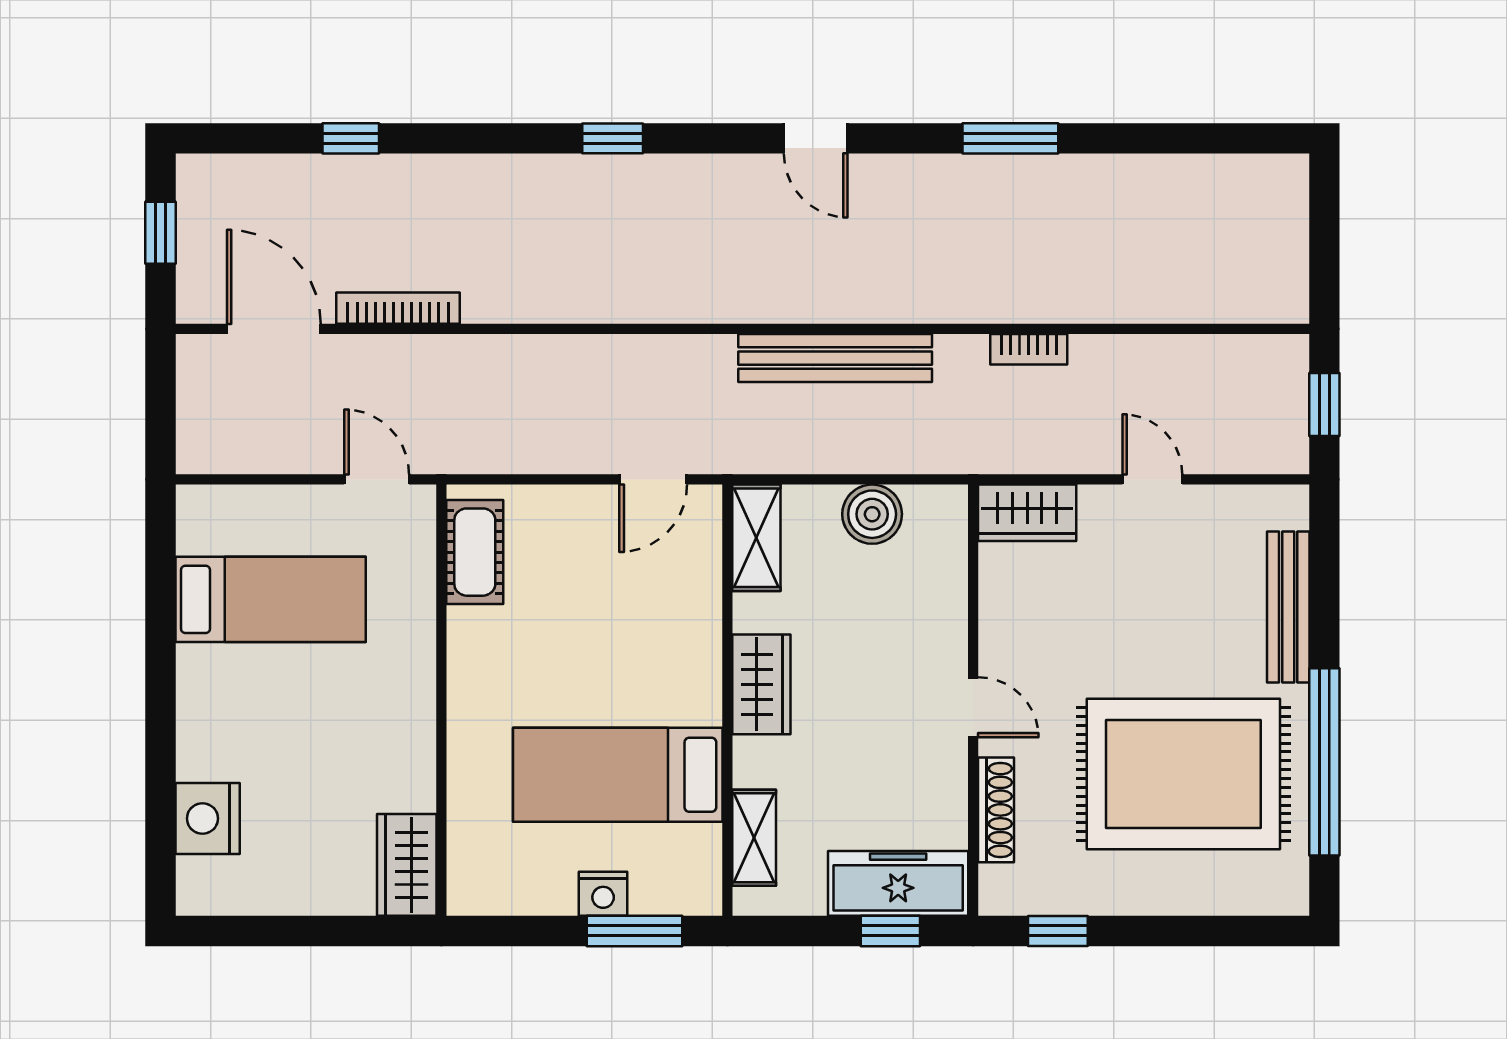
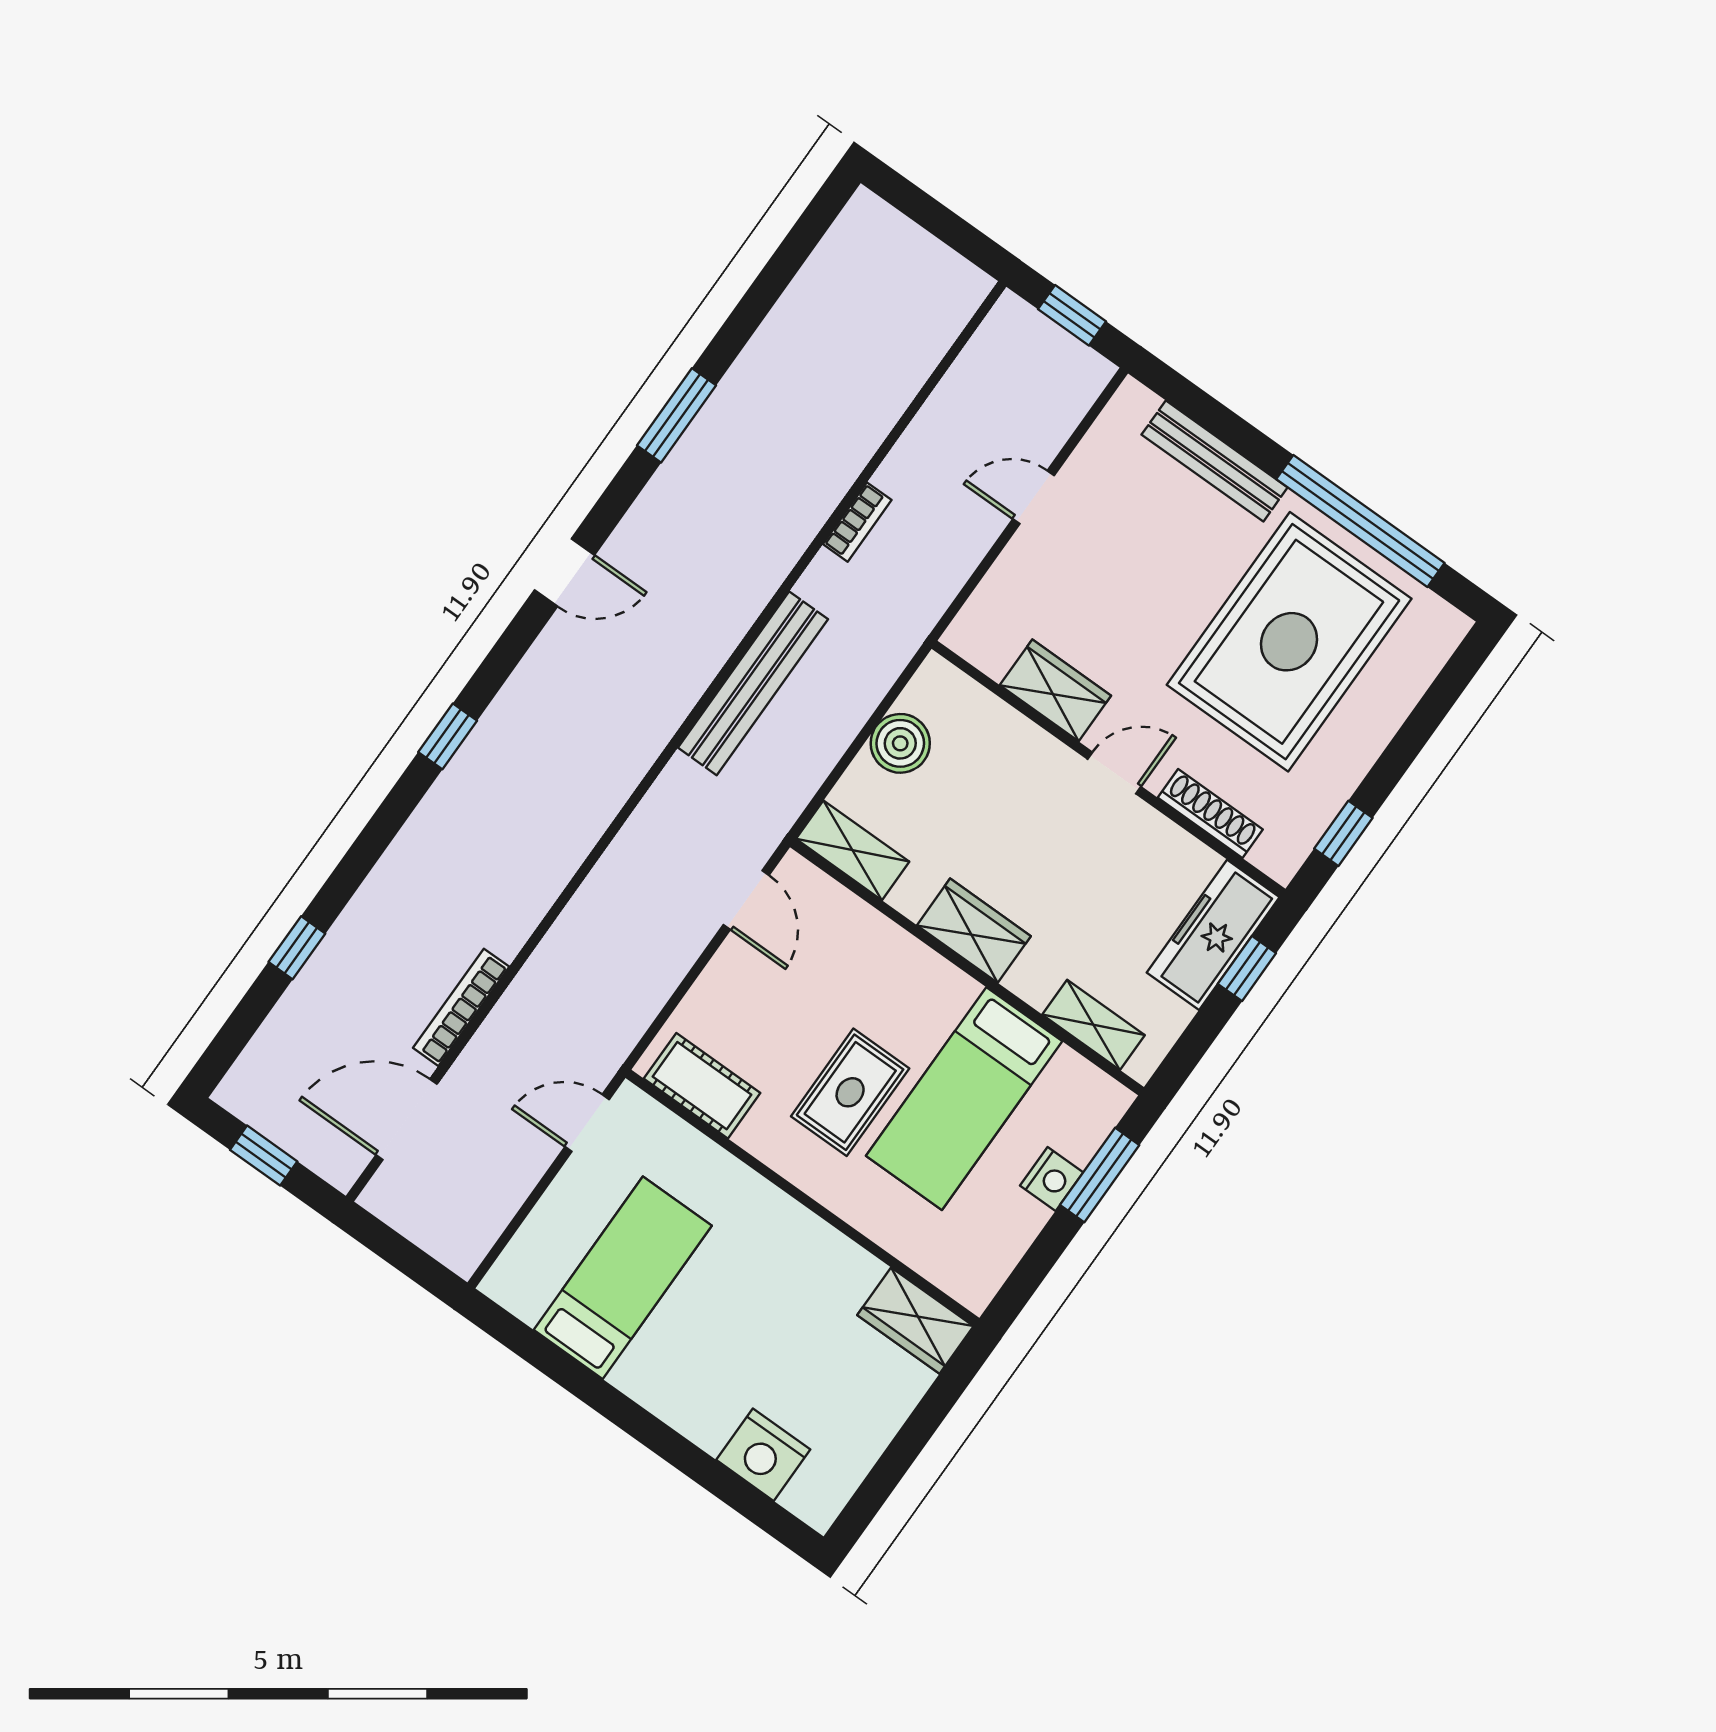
wardrobe: (1027, 513) -> (1055, 690), moved, turned -90
rug: (556, 677) -> (850, 1092), added

